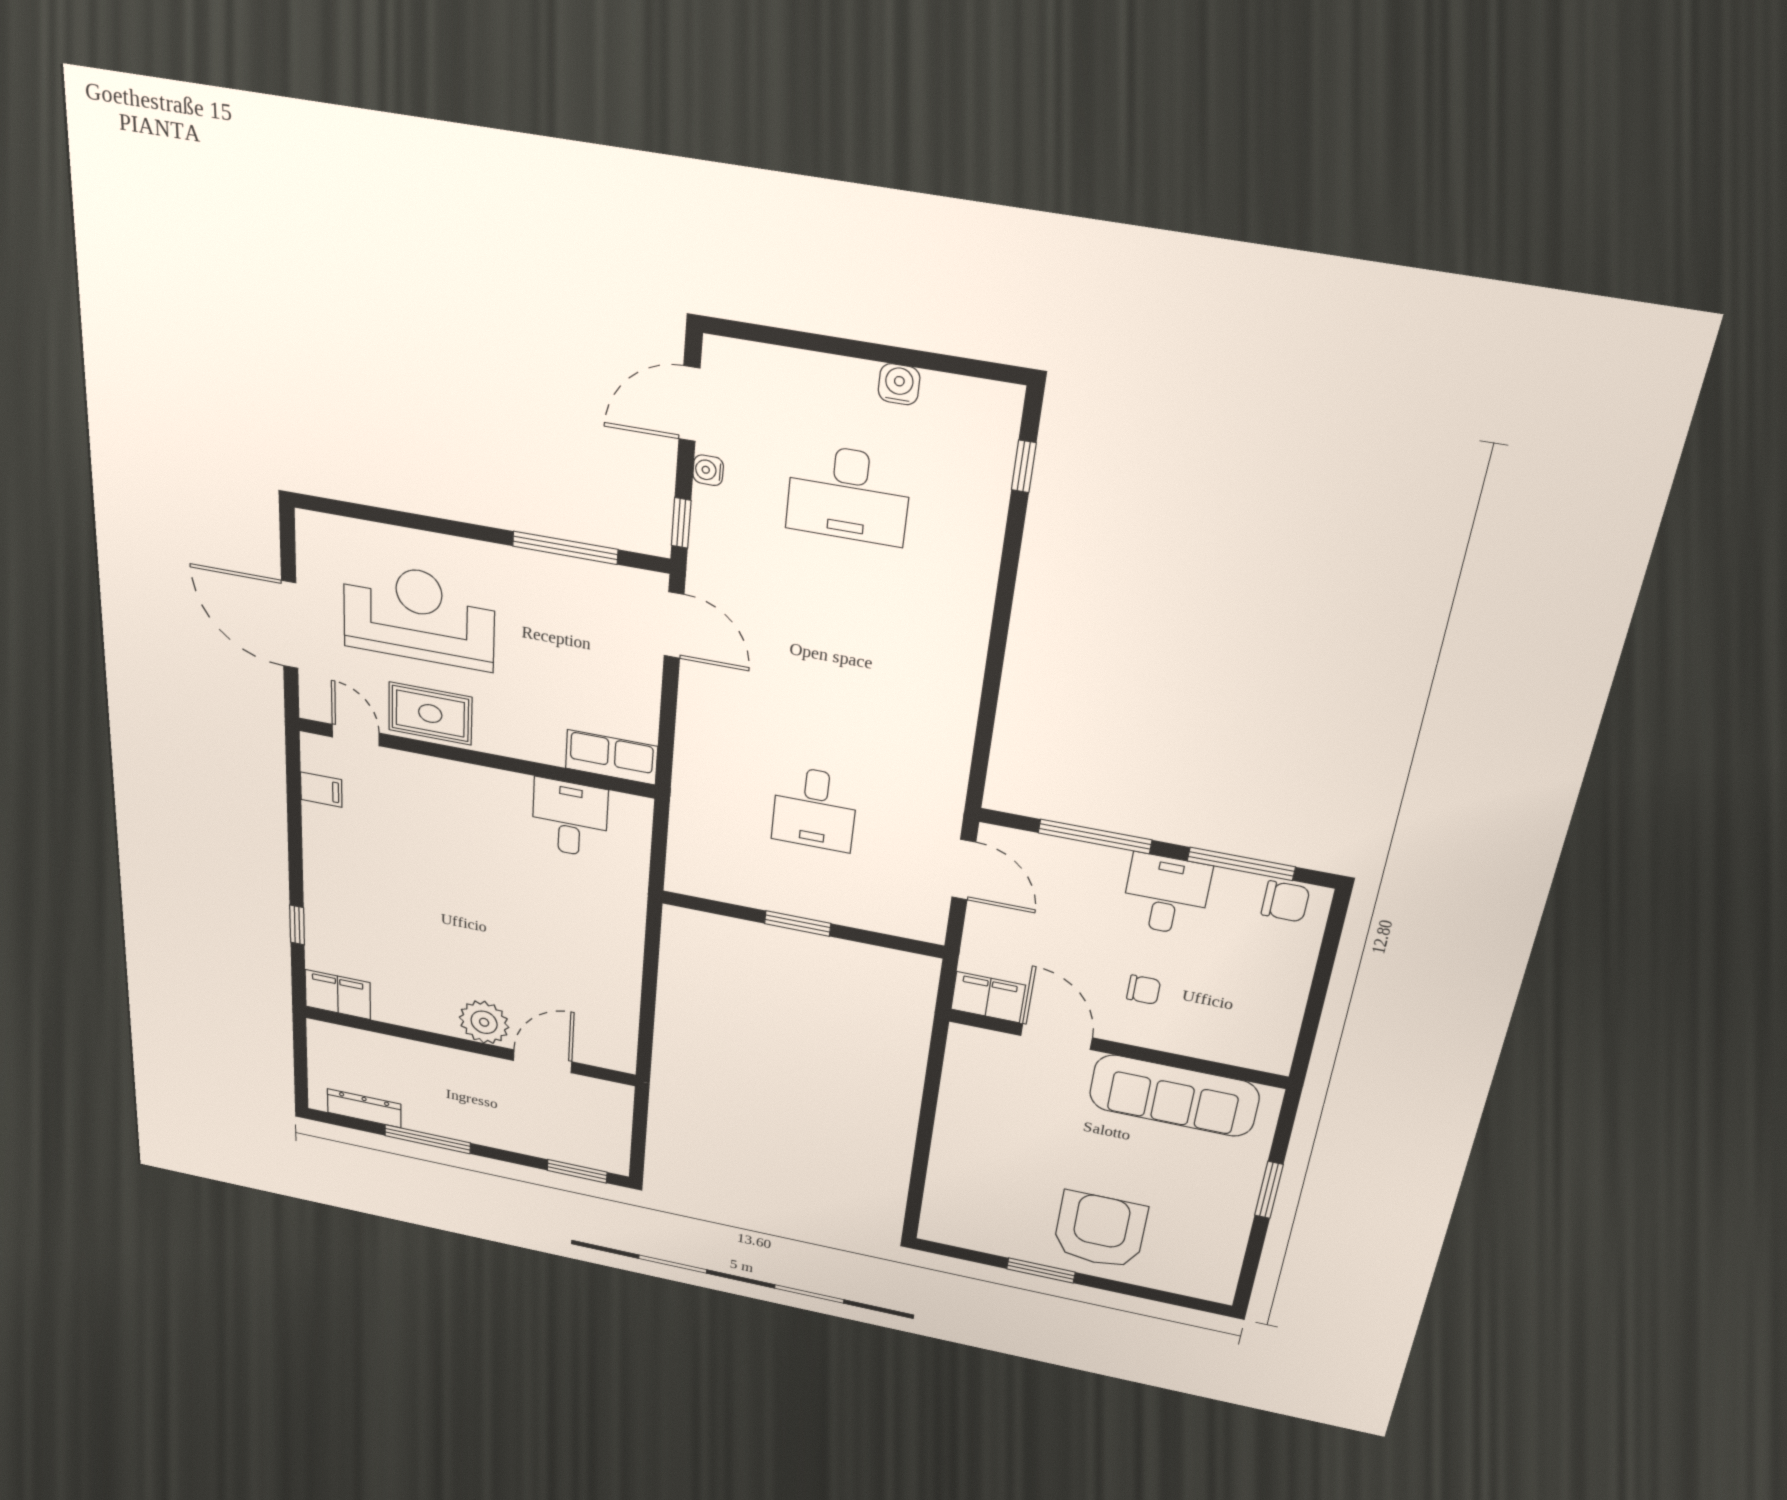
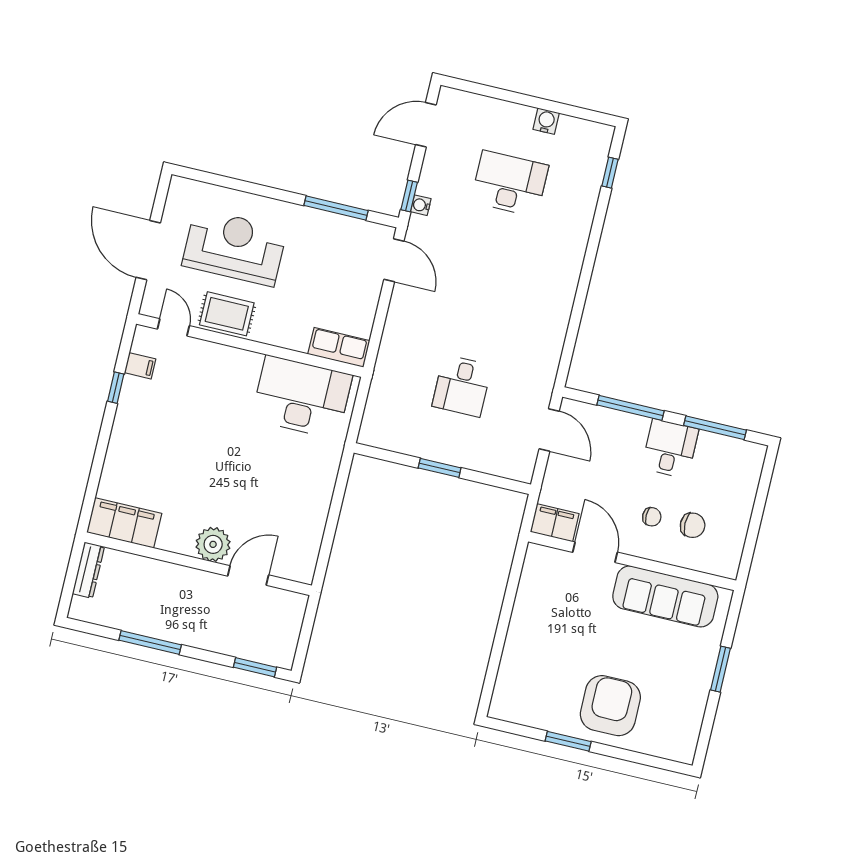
water cooler: (708, 470) -> (421, 205), moved
desk: (849, 494) -> (510, 184), turned 180
desk: (570, 818) -> (302, 397), width x1.87, depth x1.30
chair: (1285, 901) -> (693, 525), moved
window: (297, 925) -> (116, 388), moved
filing cabinet: (338, 995) -> (124, 523), width x1.50, depth x1.17
dresser: (364, 1108) -> (88, 570), moved, turned 90

